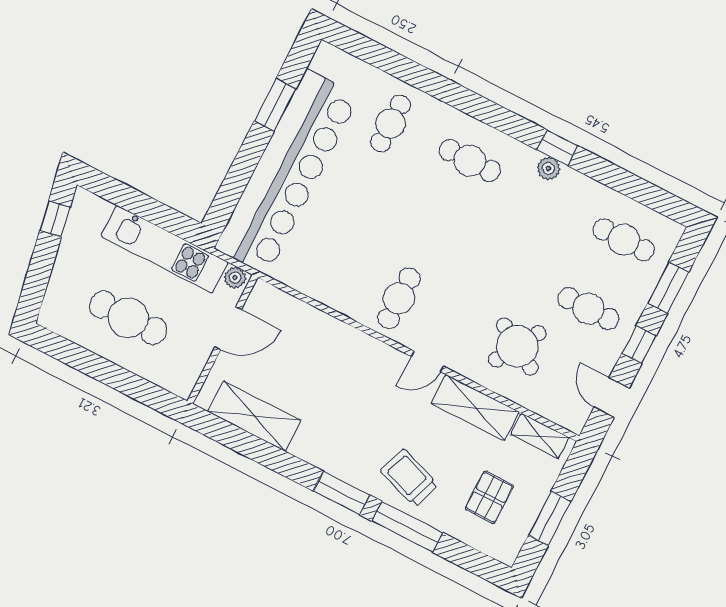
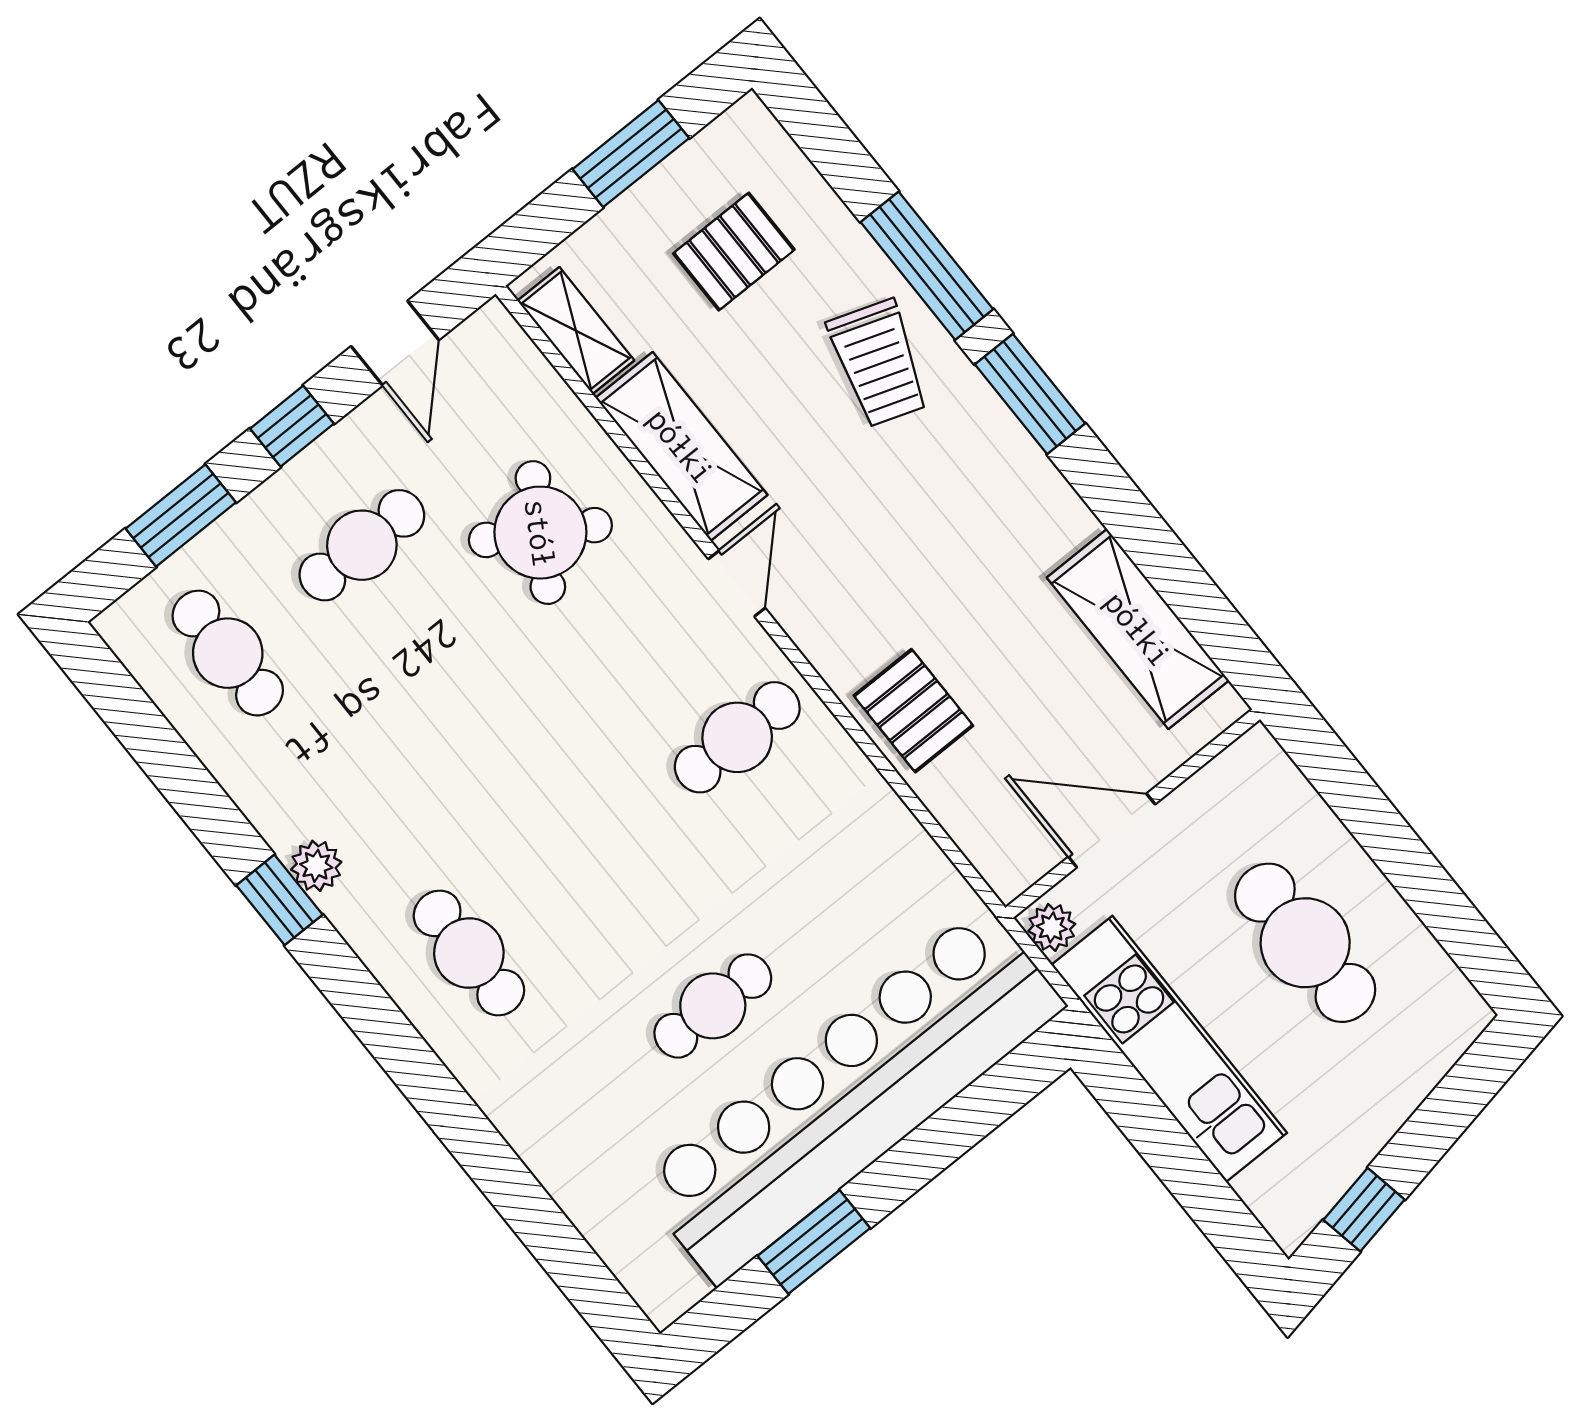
cafe table: (391, 123) -> (713, 1006), moved
cafe table: (588, 309) -> (362, 545), turned 90
pallet: (331, 341) -> (913, 711), added
door: (427, 361) -> (737, 584), hinge flipped

